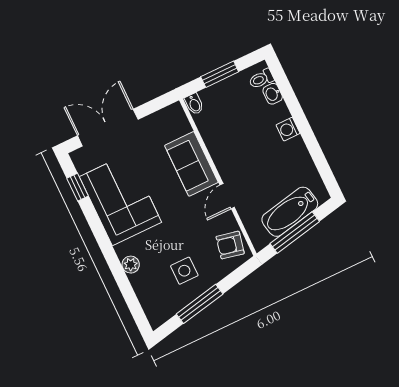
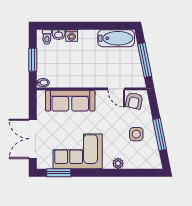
washing machine: (288, 129) -> (72, 35), moved
sofa: (191, 164) -> (70, 101), width x1.36
window: (78, 187) -> (59, 173), width x1.50
door: (227, 196) -> (116, 89), moved
bathtub: (290, 212) -> (116, 38), moved, turned -79

